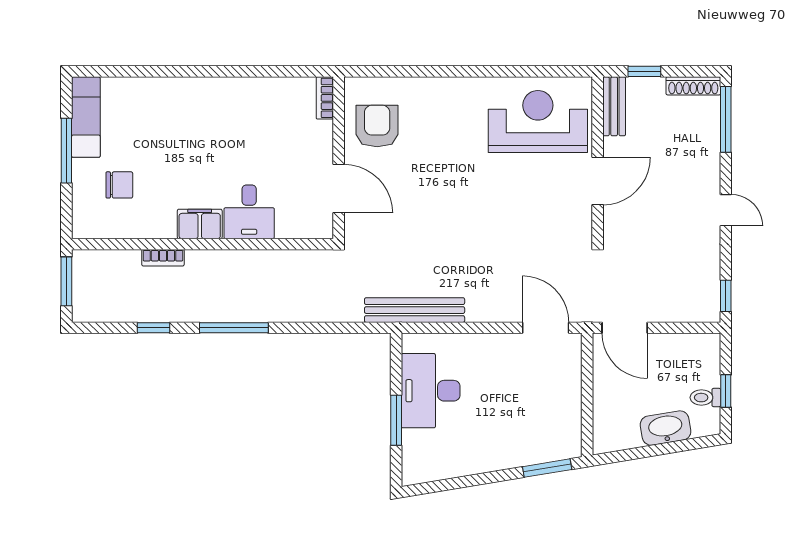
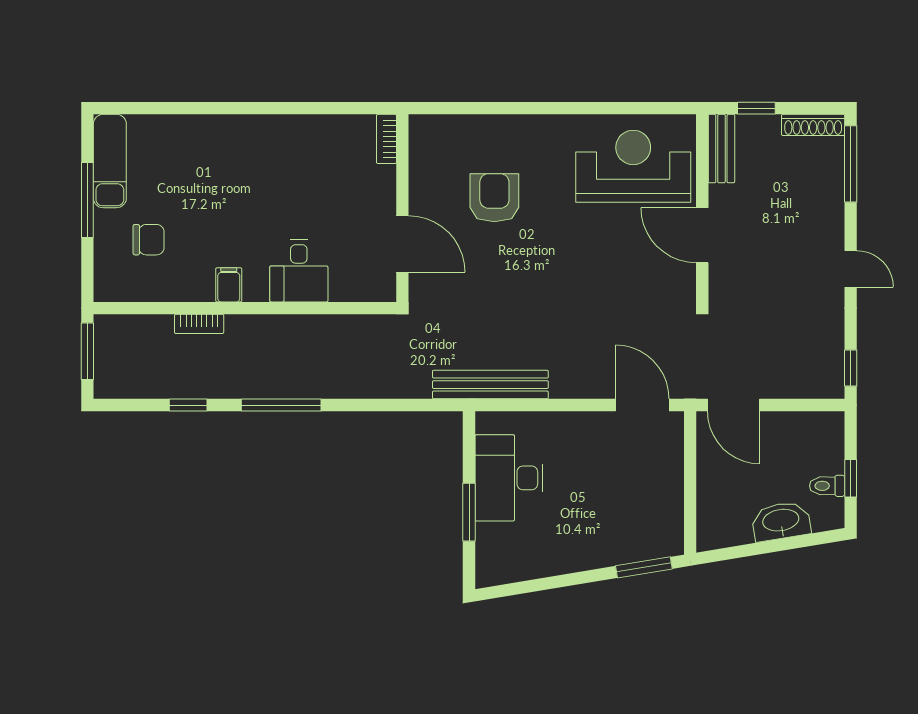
armchair: (377, 126) -> (494, 198), moved
door: (598, 181) -> (702, 235), swing flipped
filing cabinet: (200, 224) -> (229, 285), width x0.50

